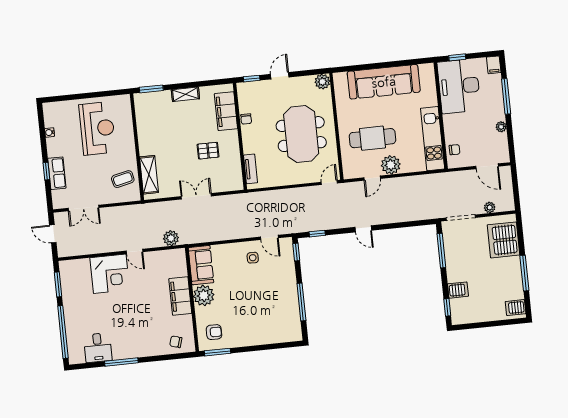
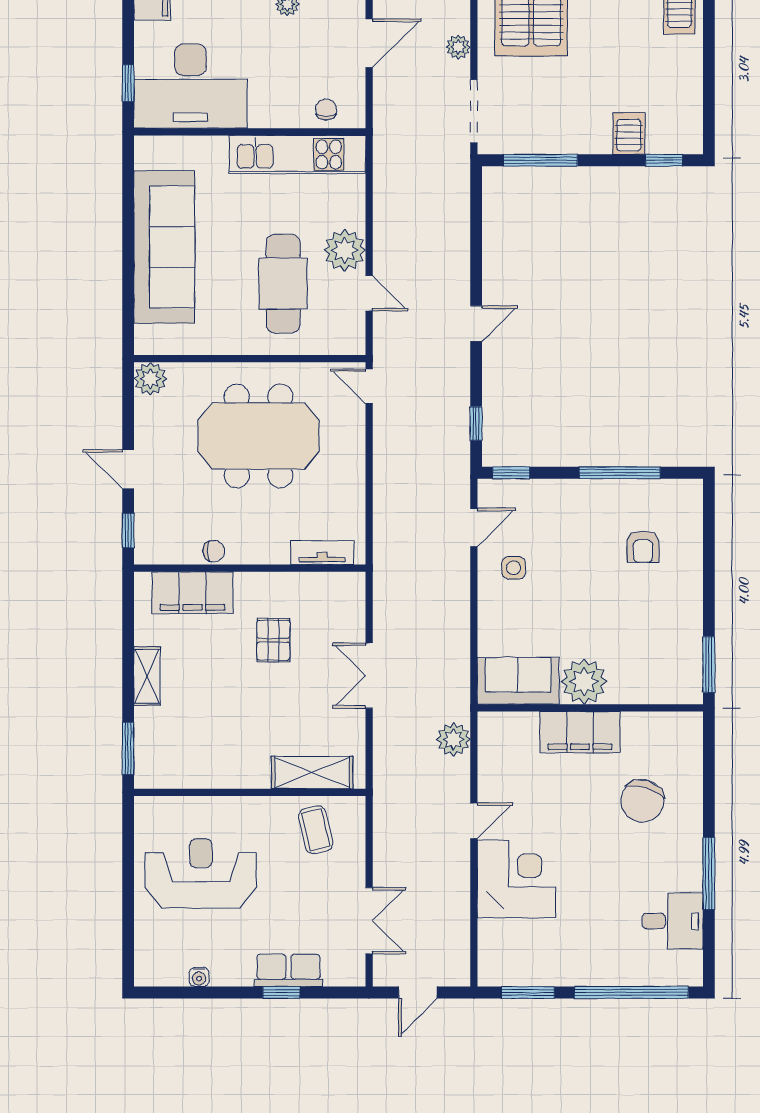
armchair: (214, 332) -> (643, 547), moved, turned 180
chair: (176, 342) -> (642, 801), moved, width x1.87, depth x1.87

